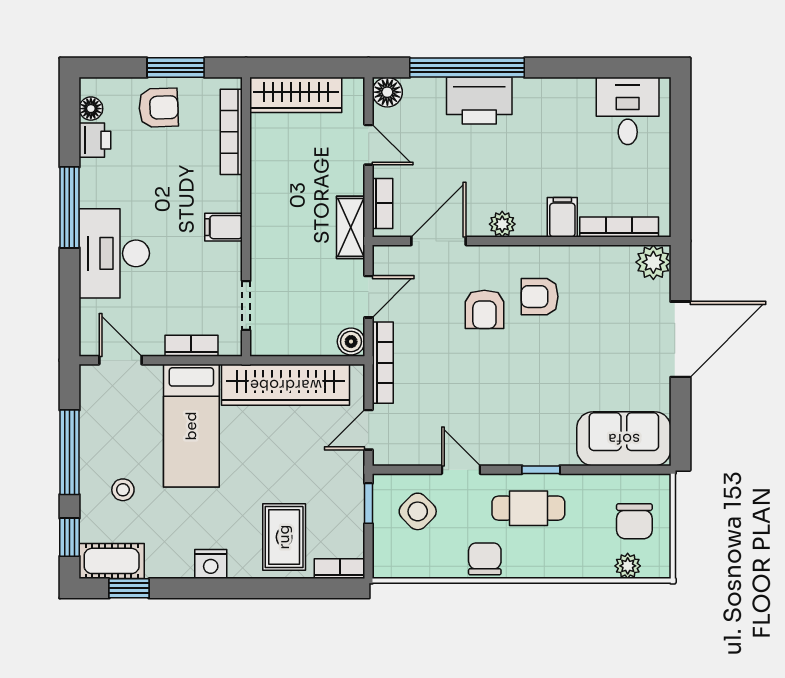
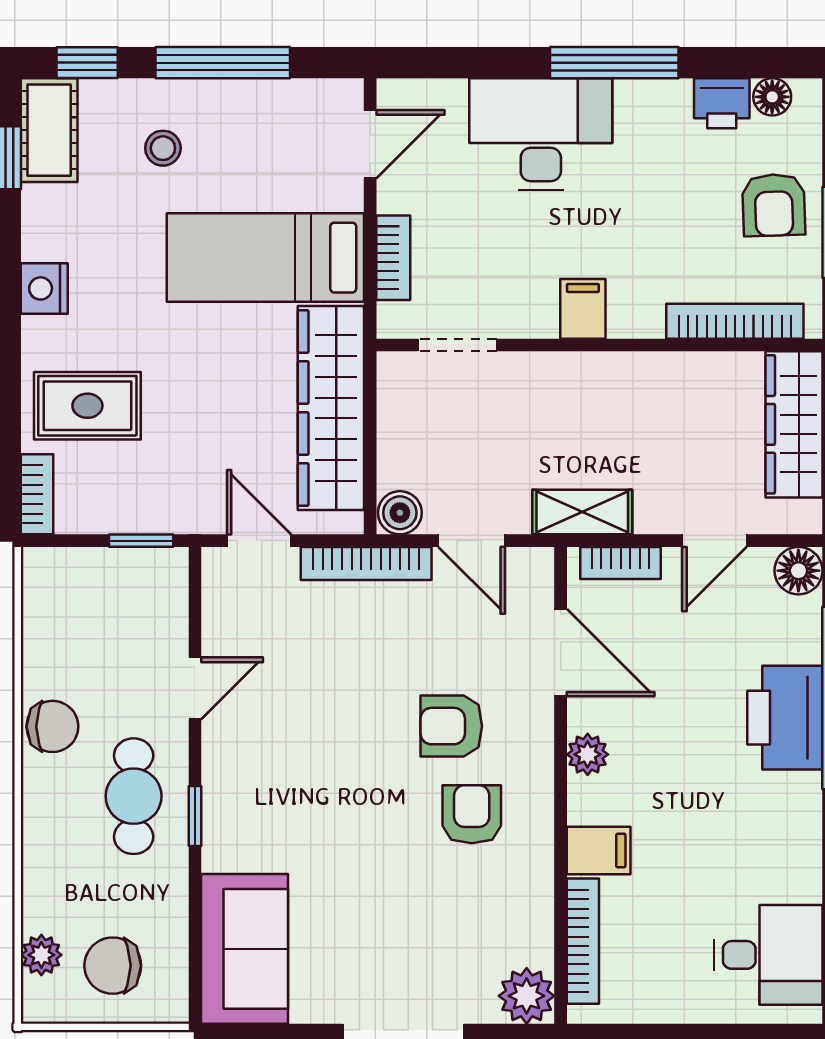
side table: (418, 511) -> (128, 619), removed

